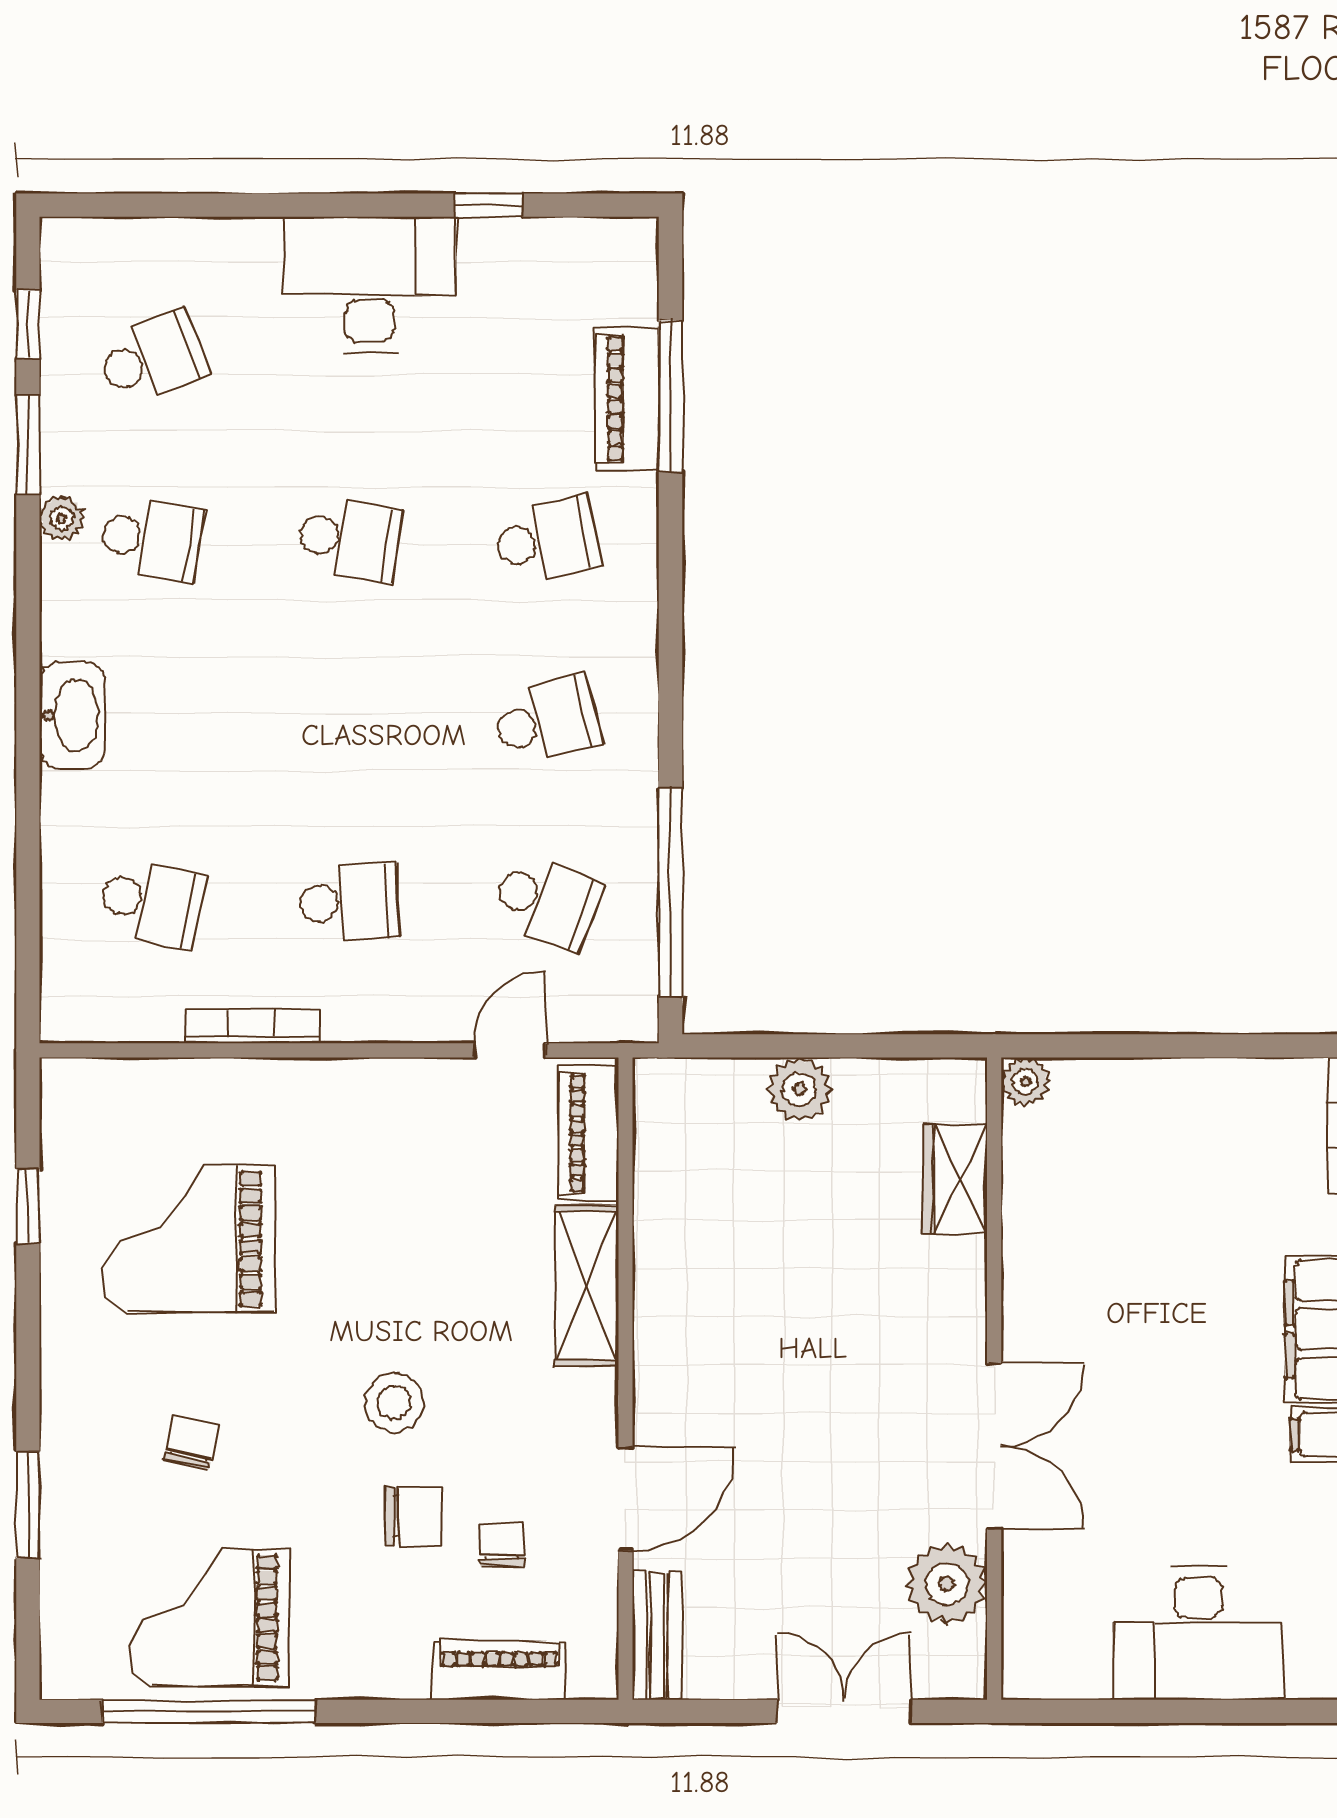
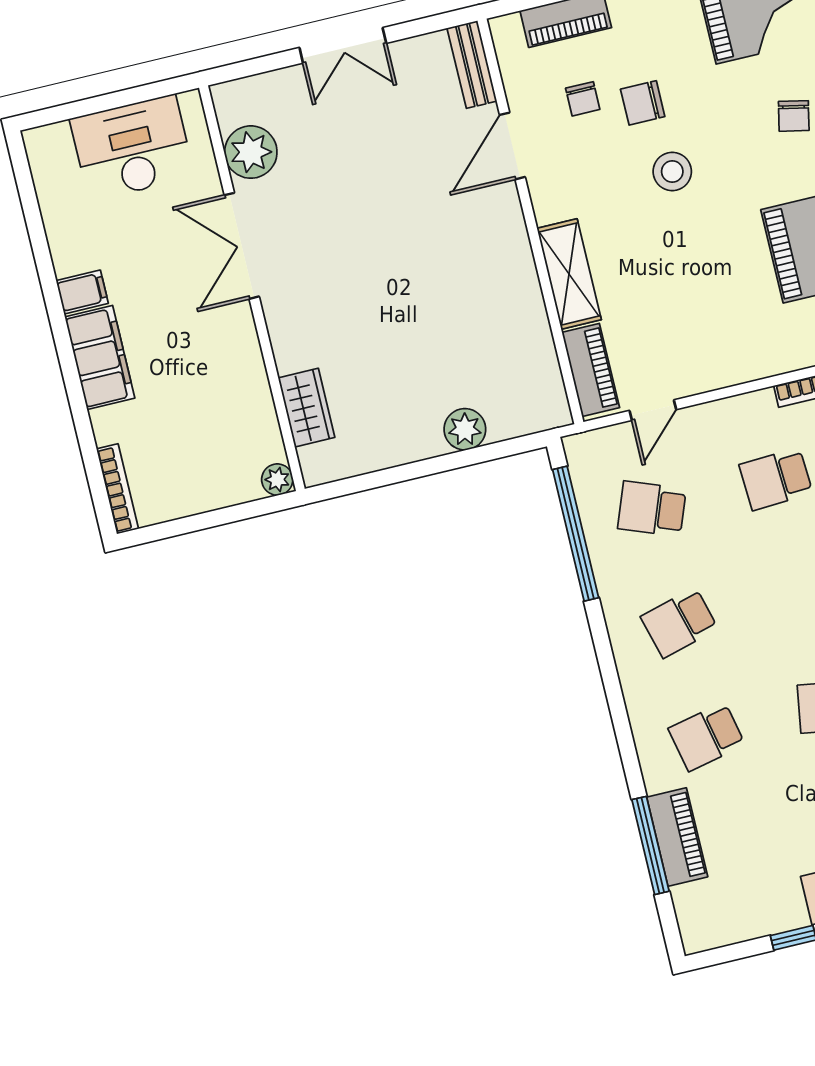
plant: (1025, 1081) -> (277, 480), moved
wardrobe: (955, 1179) -> (306, 408), moved
wall: (994, 1379) -> (252, 288), moved
double door: (994, 1446) -> (242, 246), moved
plant: (947, 1584) -> (251, 152), moved

